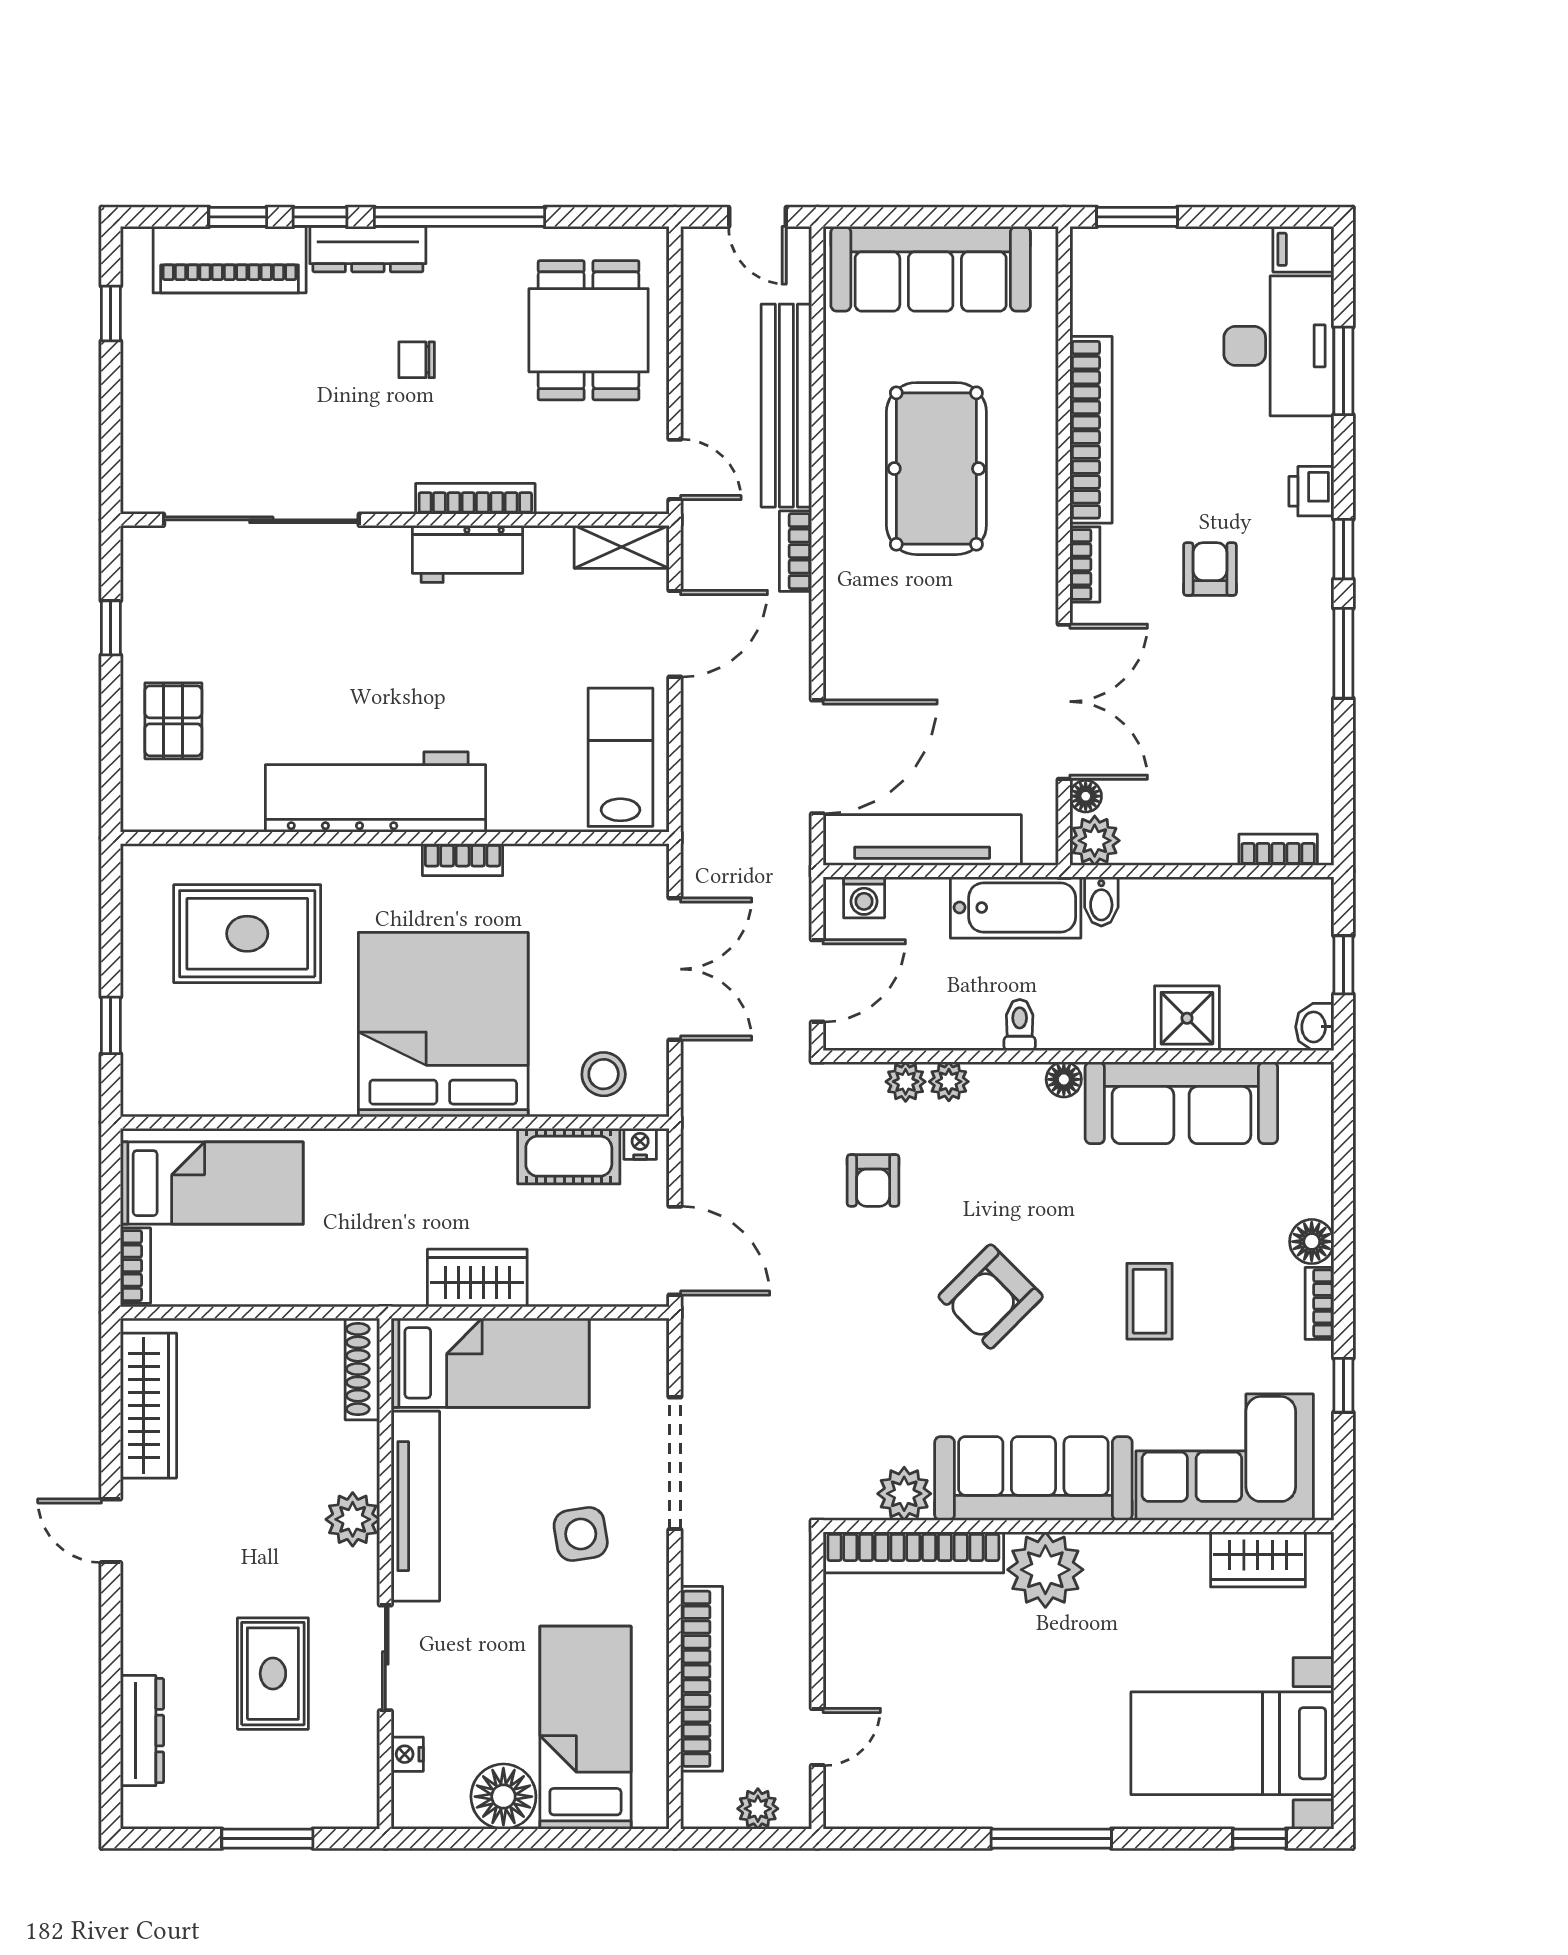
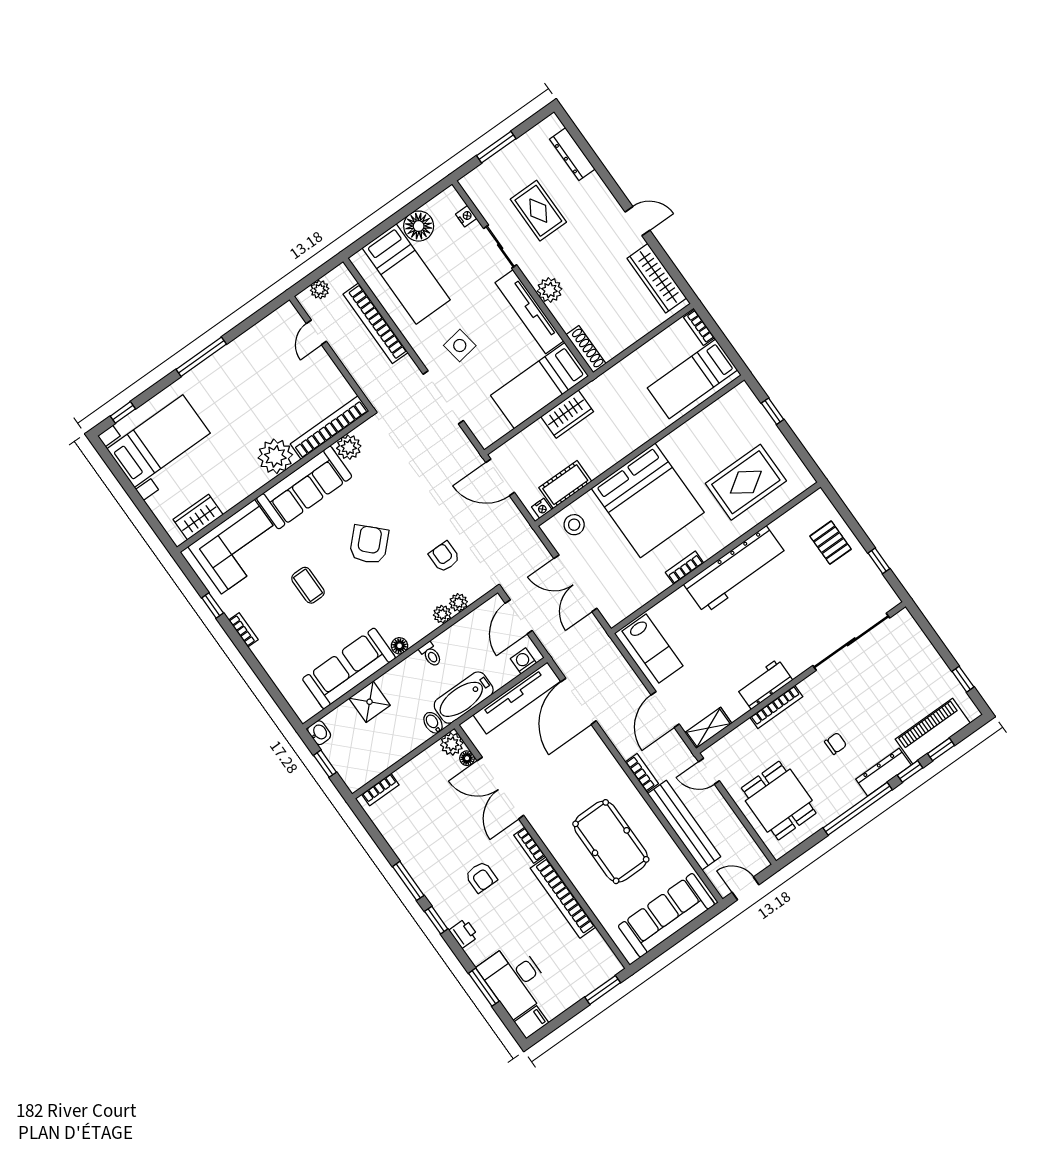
floor lamp: (1312, 1242) -> (263, 651), removed

